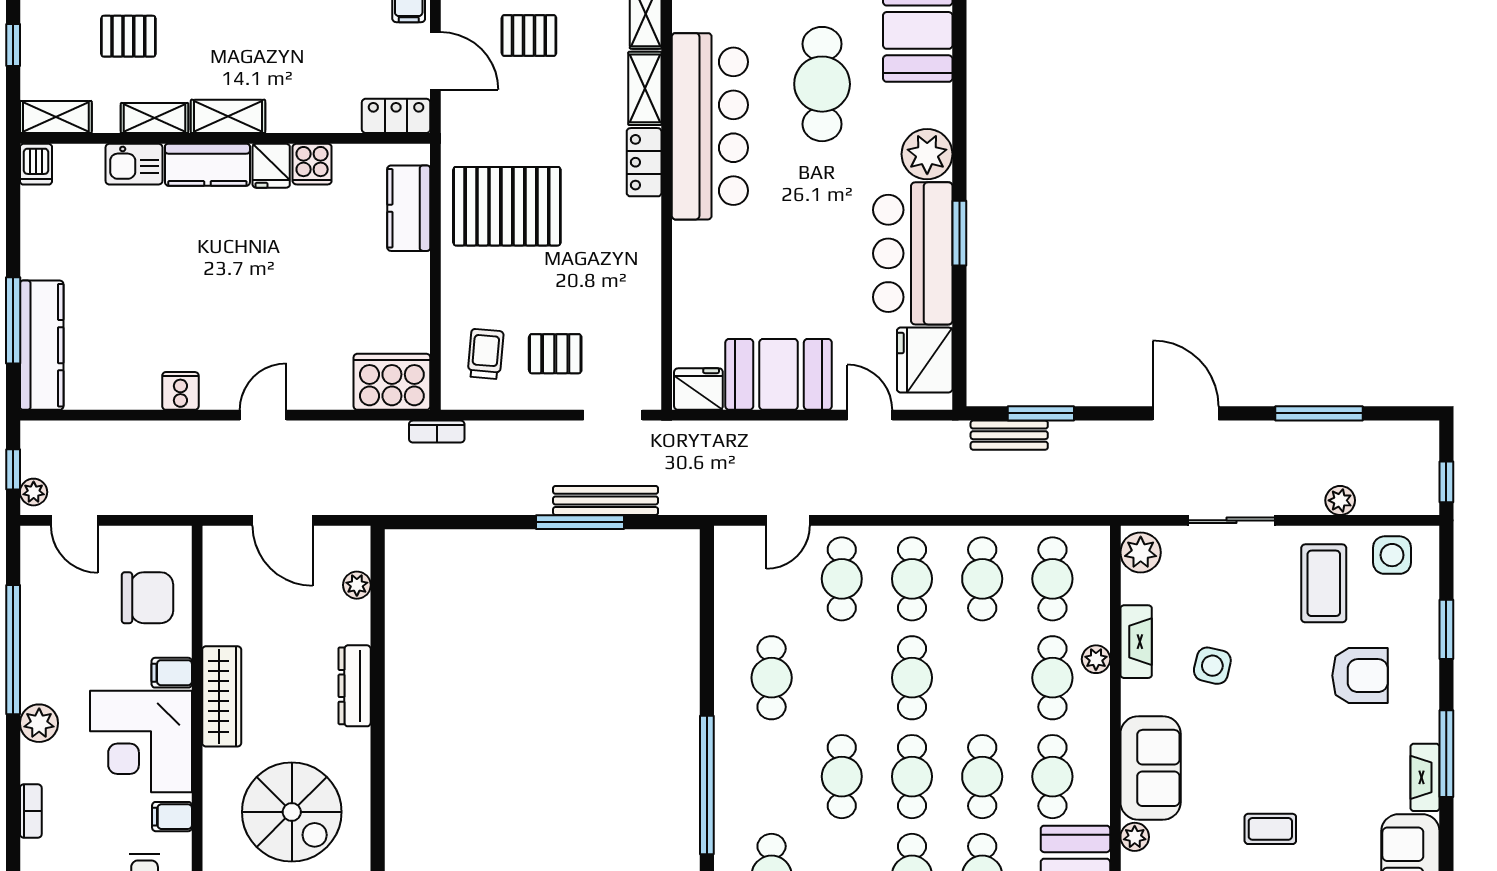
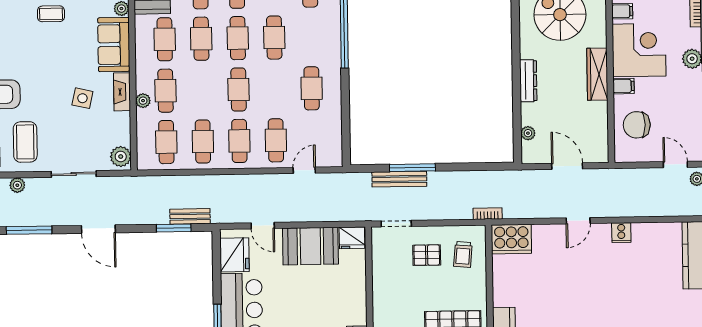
fireplace: (1136, 642) -> (122, 92), moved

